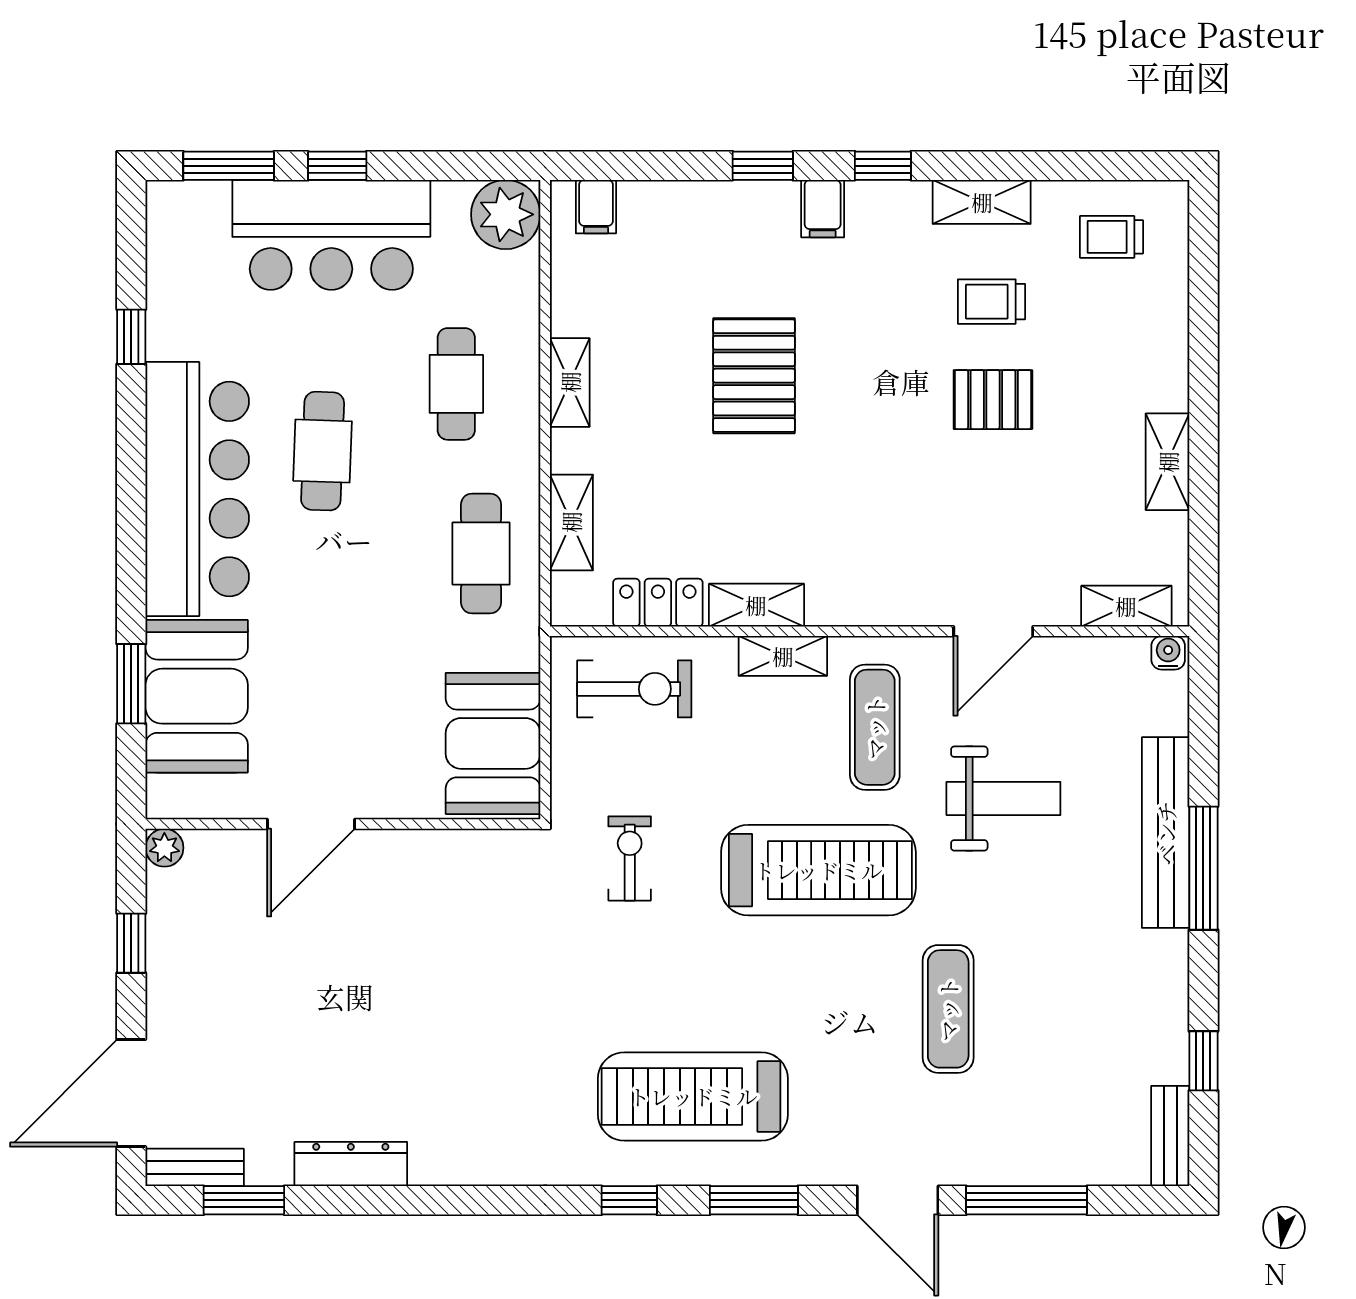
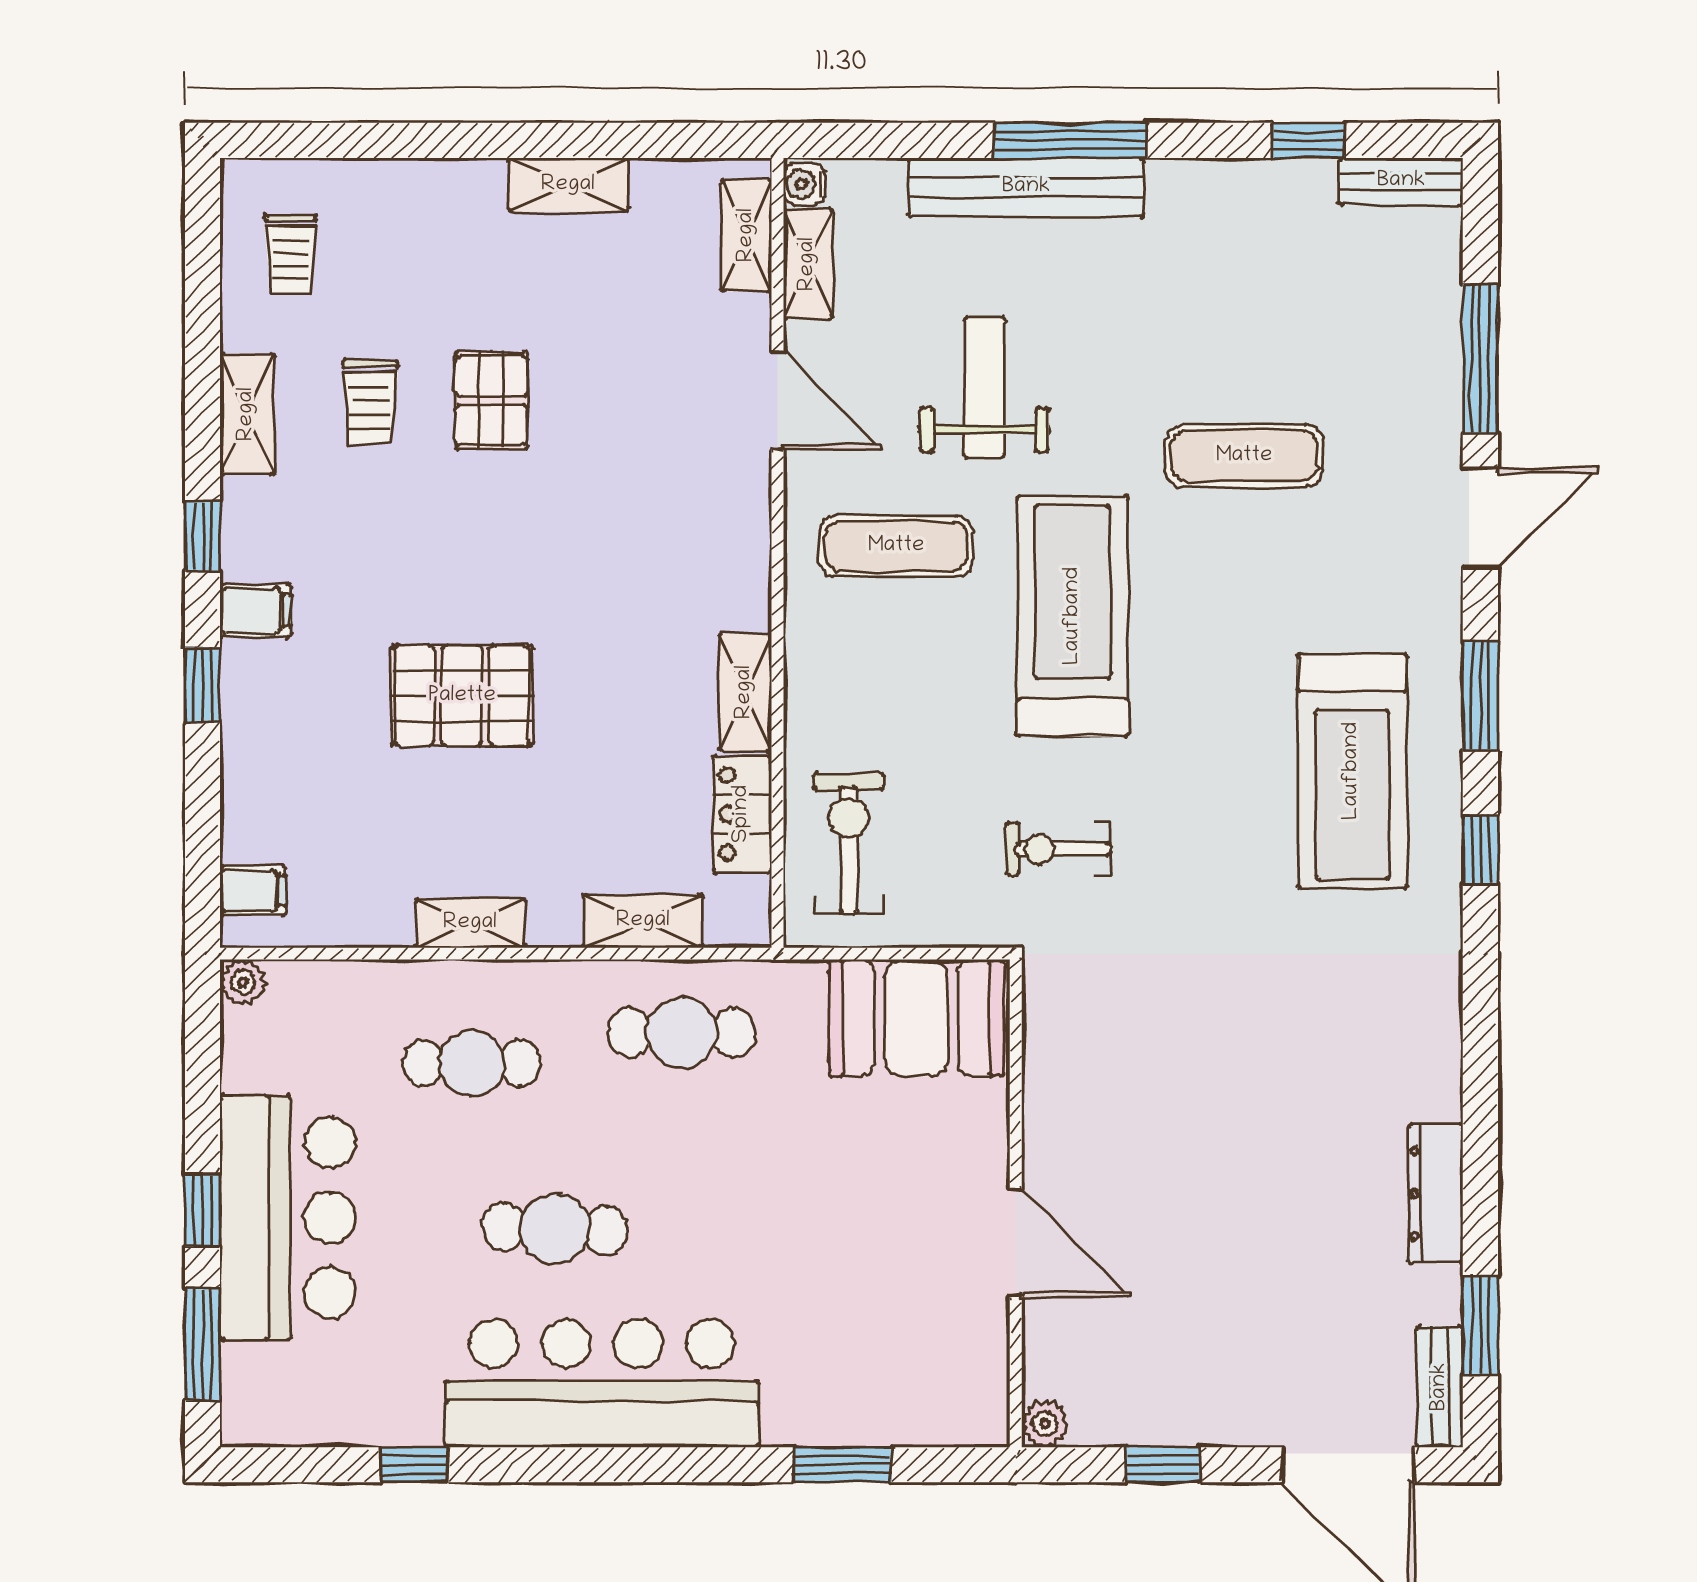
plant: (506, 214) -> (243, 982), width x0.53, depth x0.53
shelving: (783, 656) -> (808, 264), moved
booth: (197, 696) -> (858, 1384), removed

